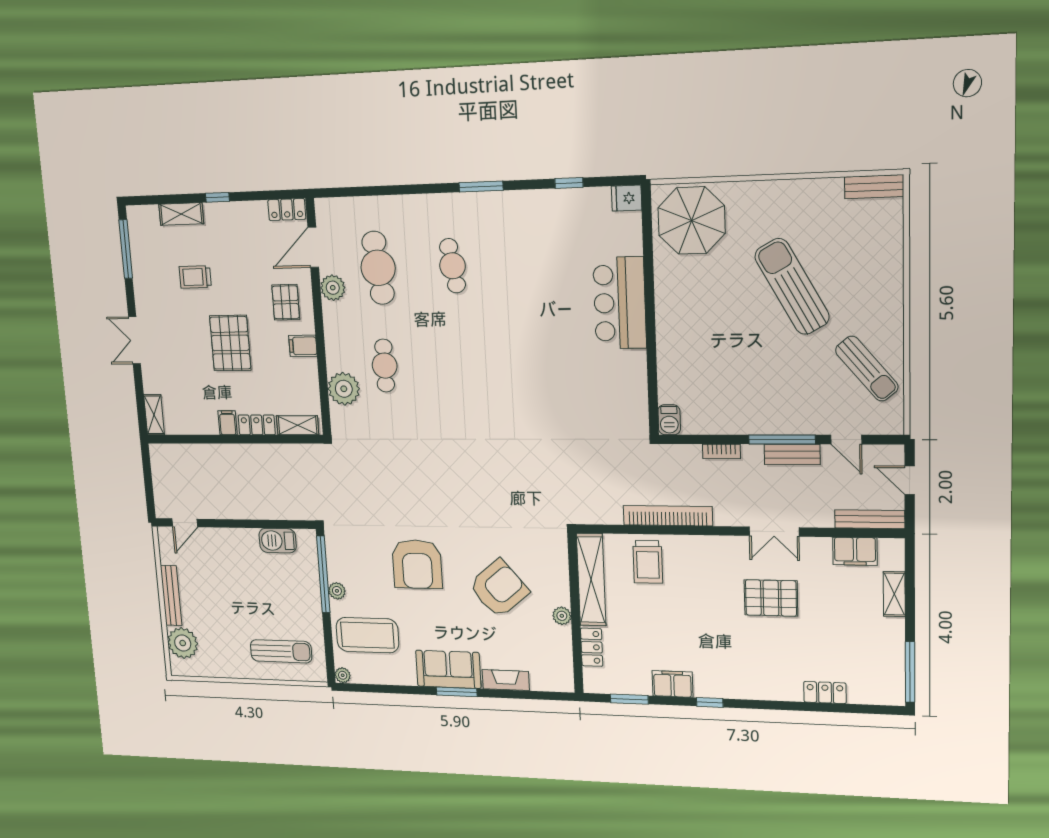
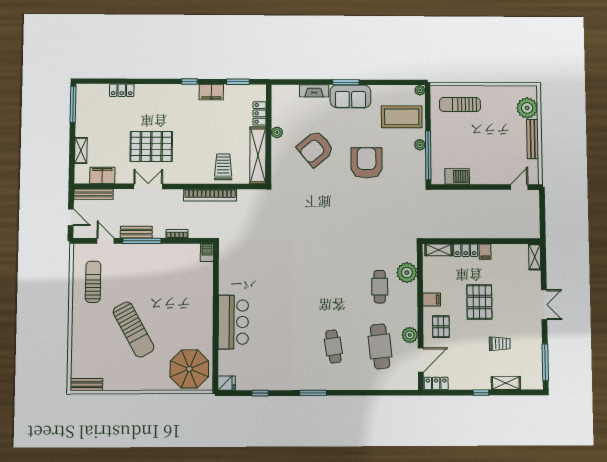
sun lounger: (867, 369) -> (93, 282), turned 40
pallet: (771, 598) -> (151, 146), width x1.37, depth x1.41

